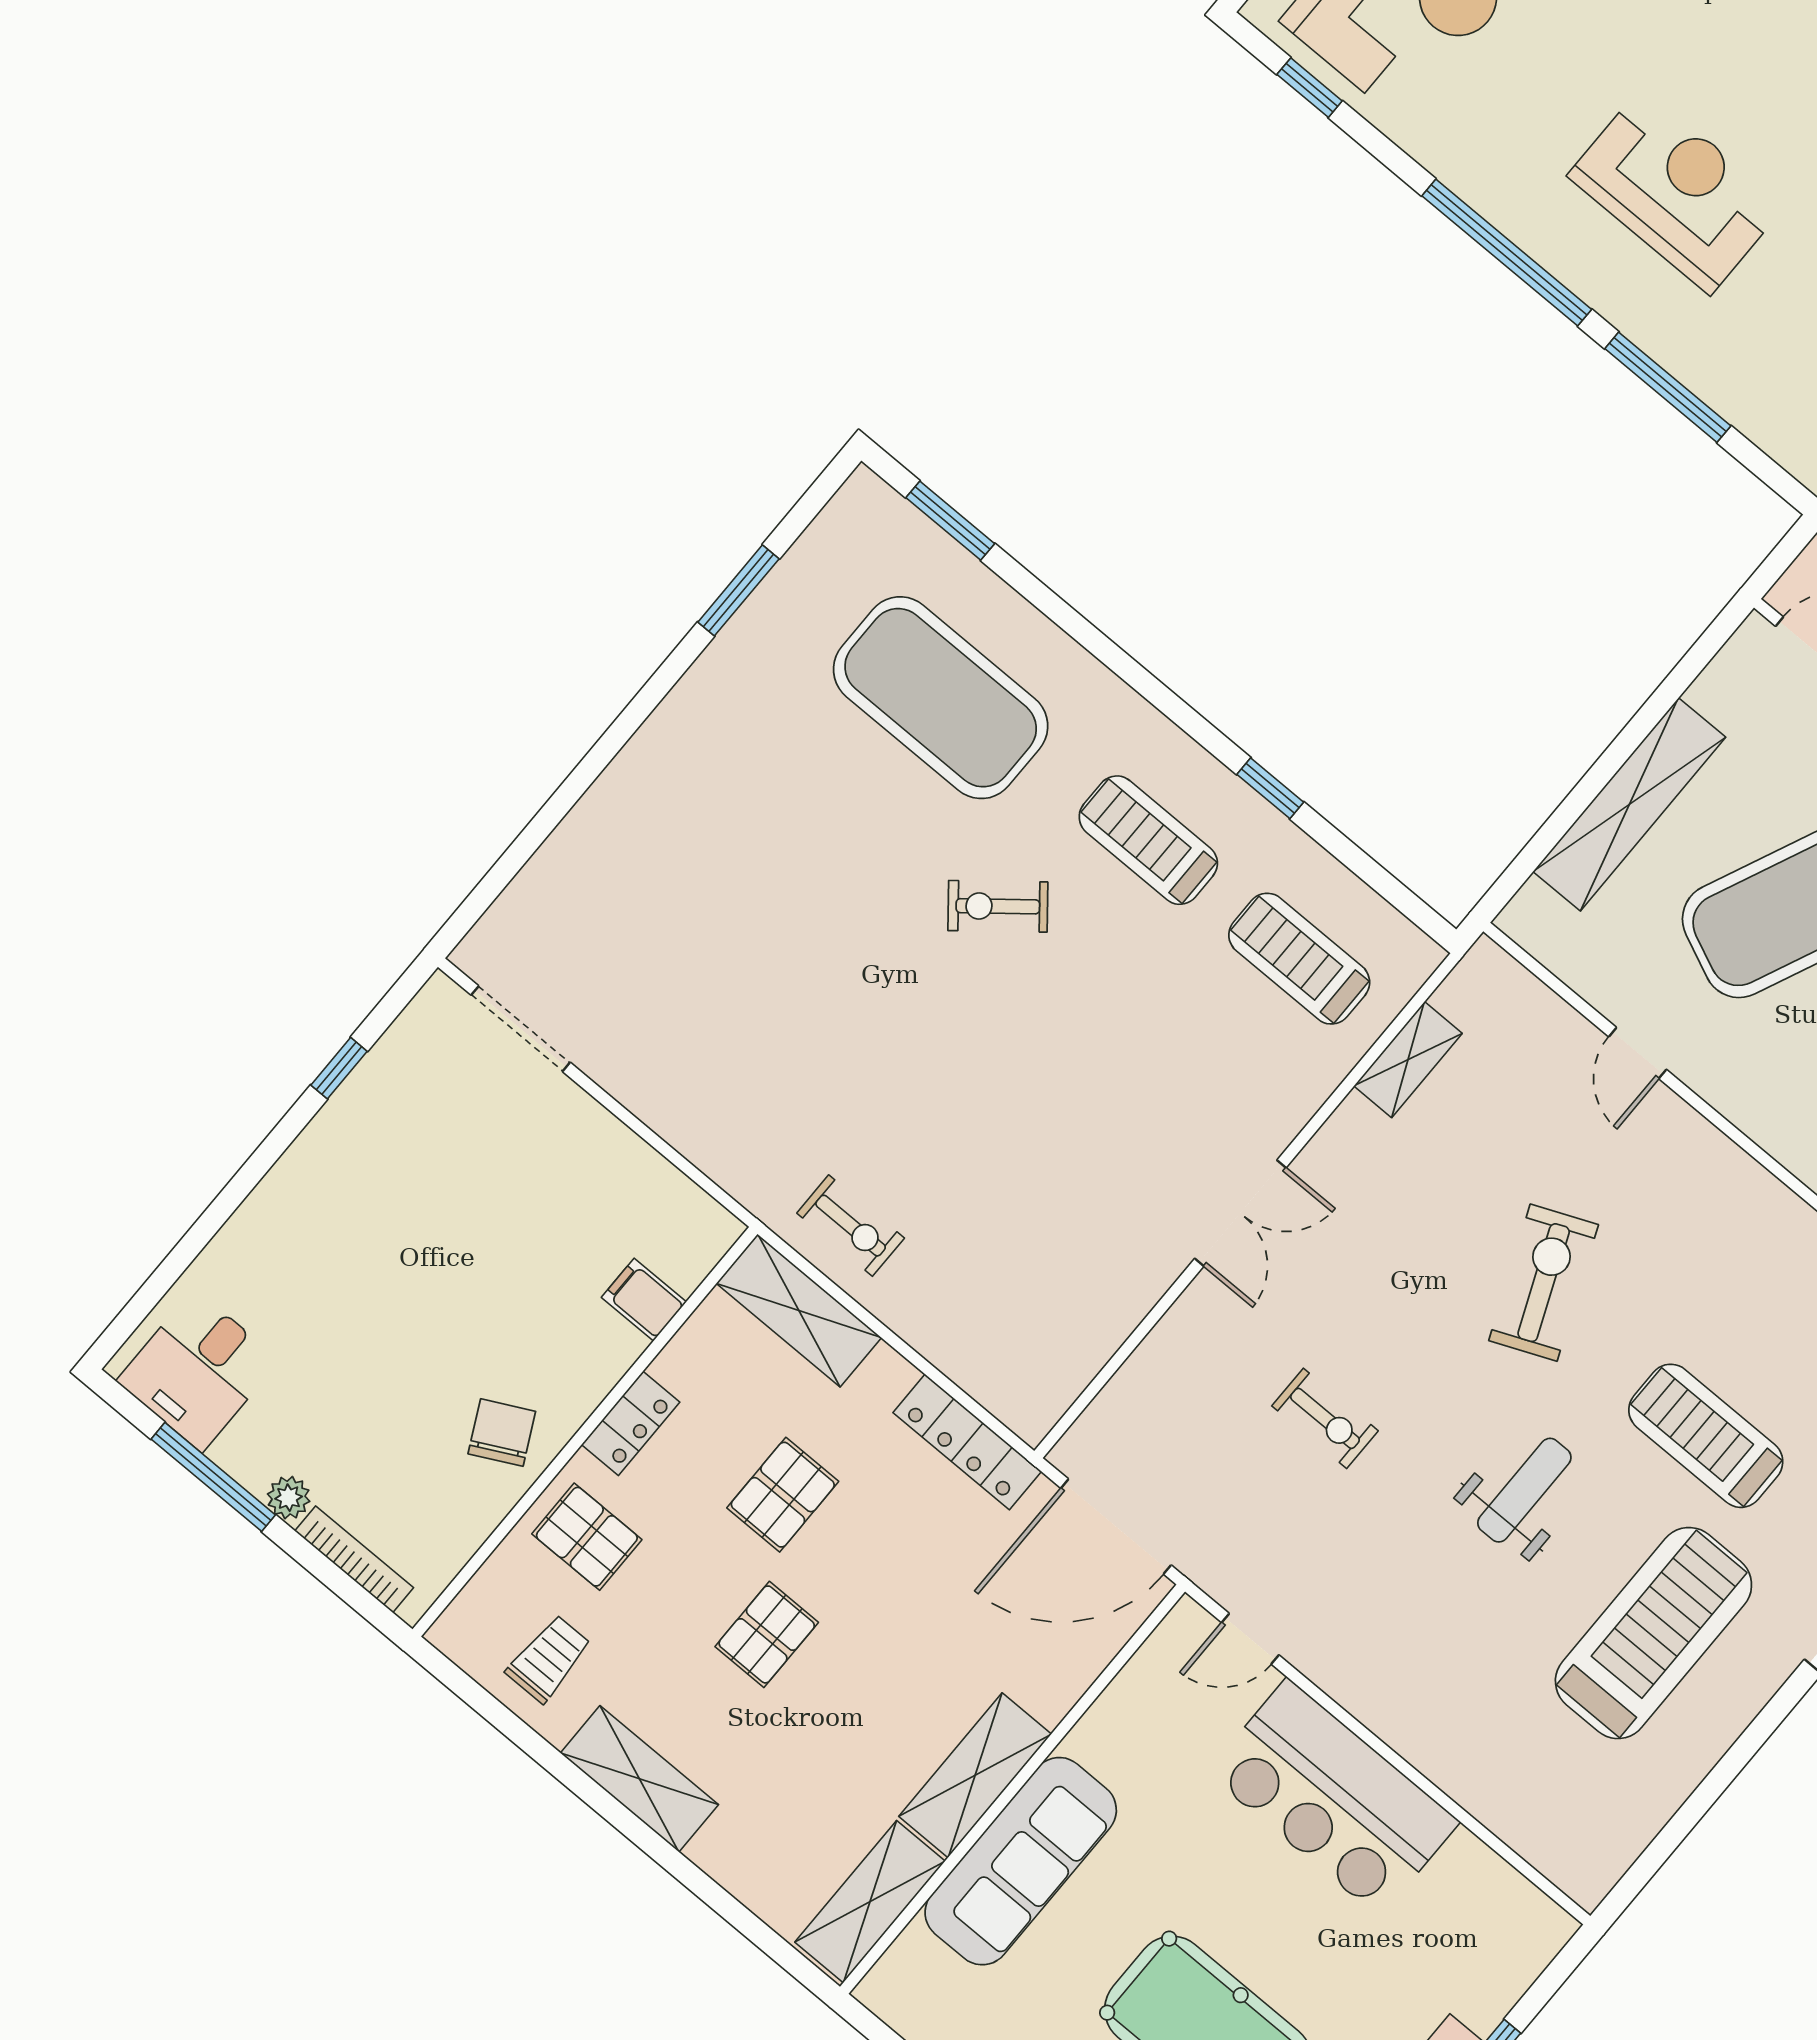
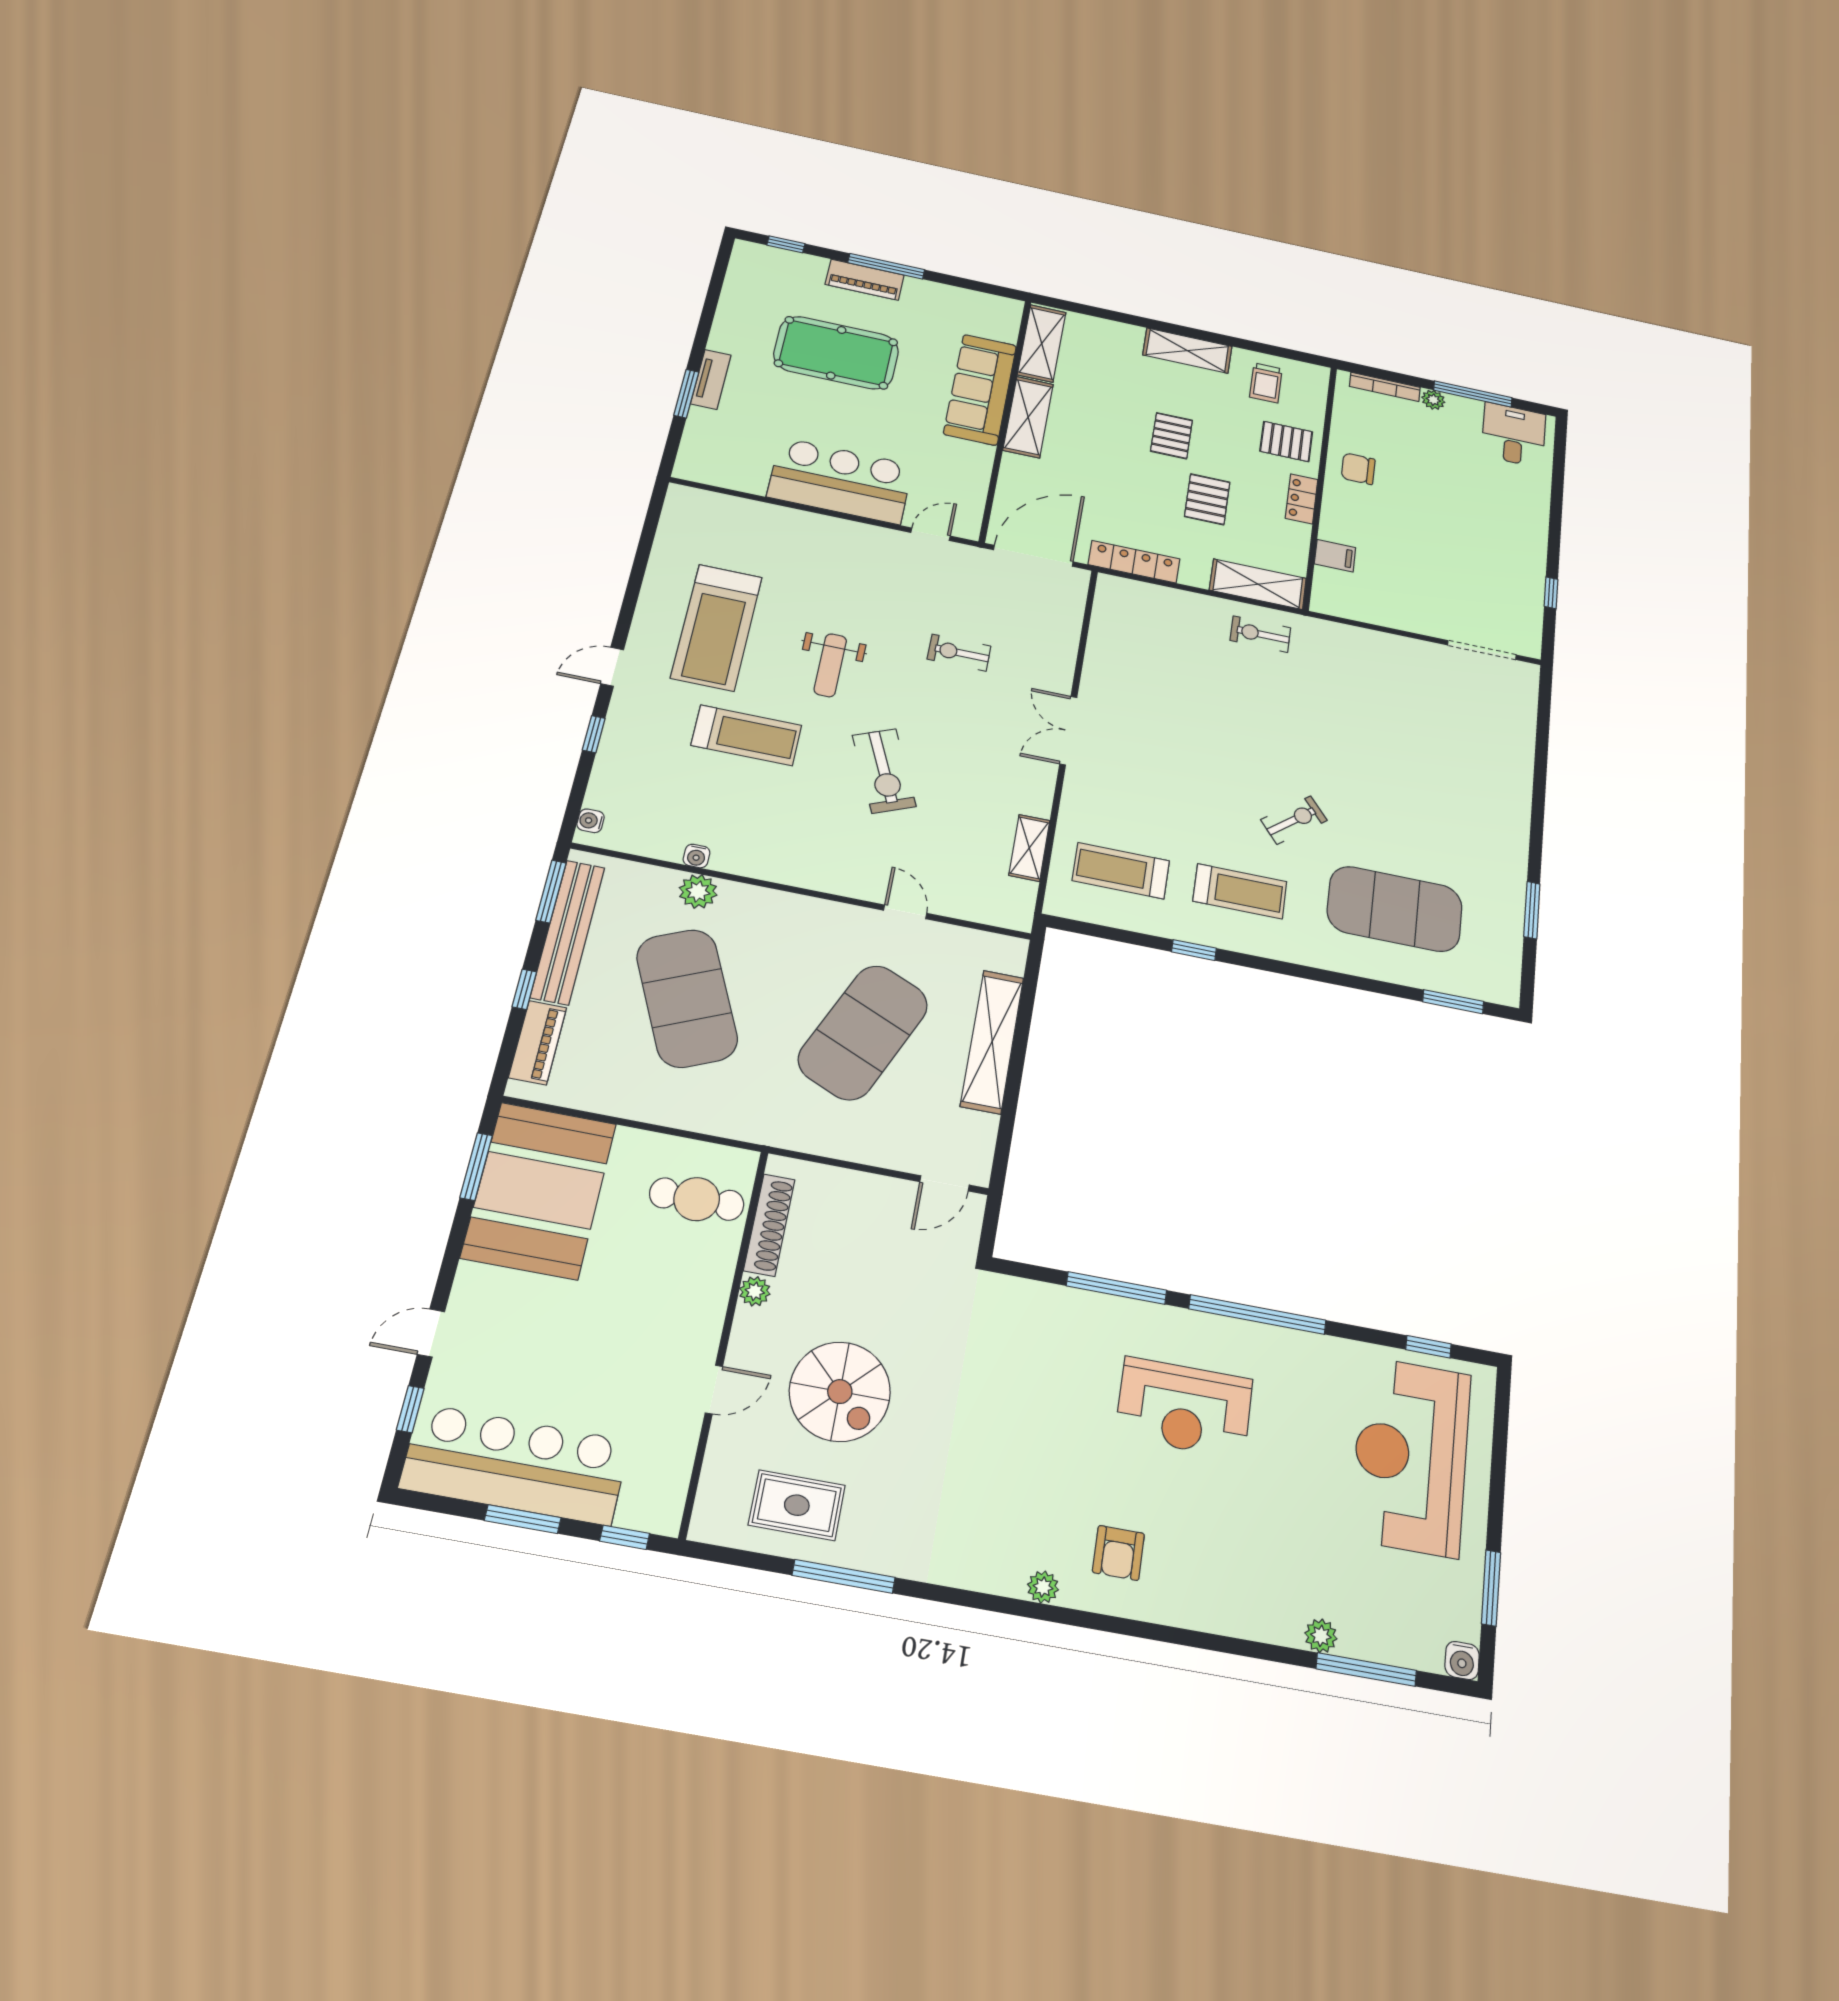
treadmill: (1299, 959) -> (1121, 871), turned 180
chair: (502, 1433) -> (1358, 469), turned 117

